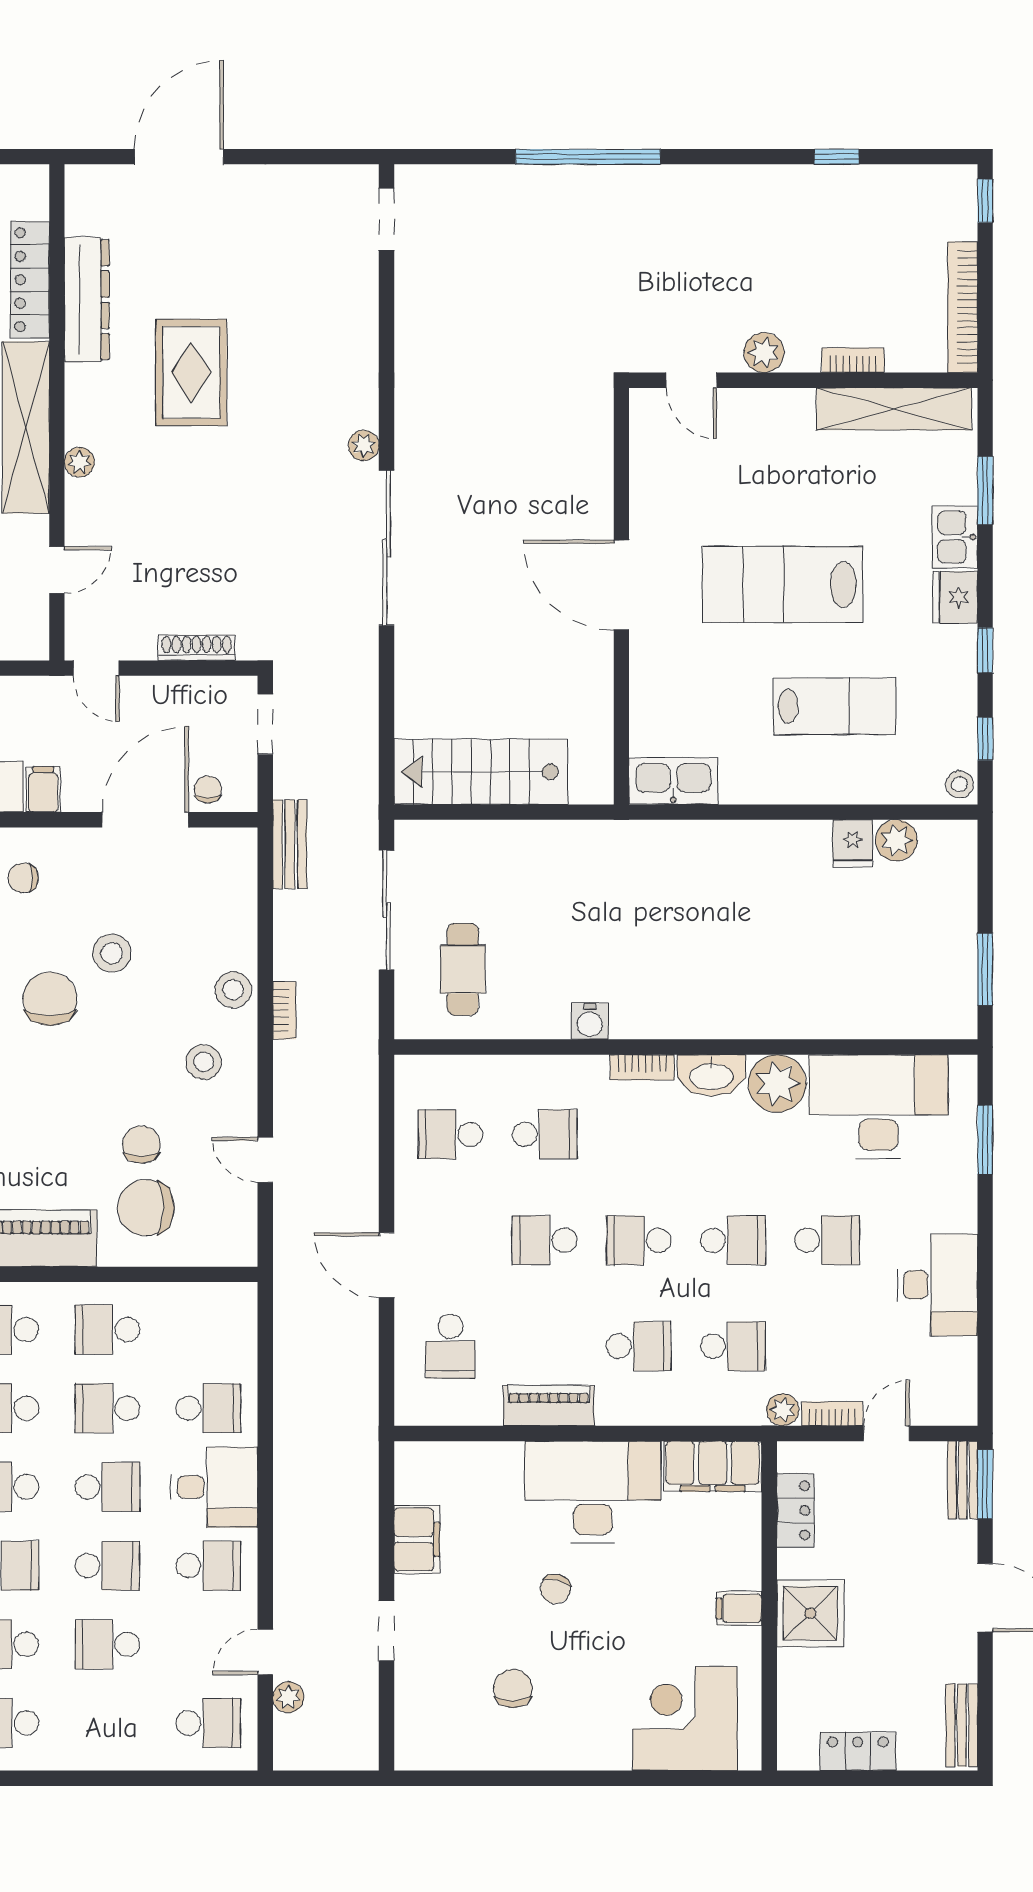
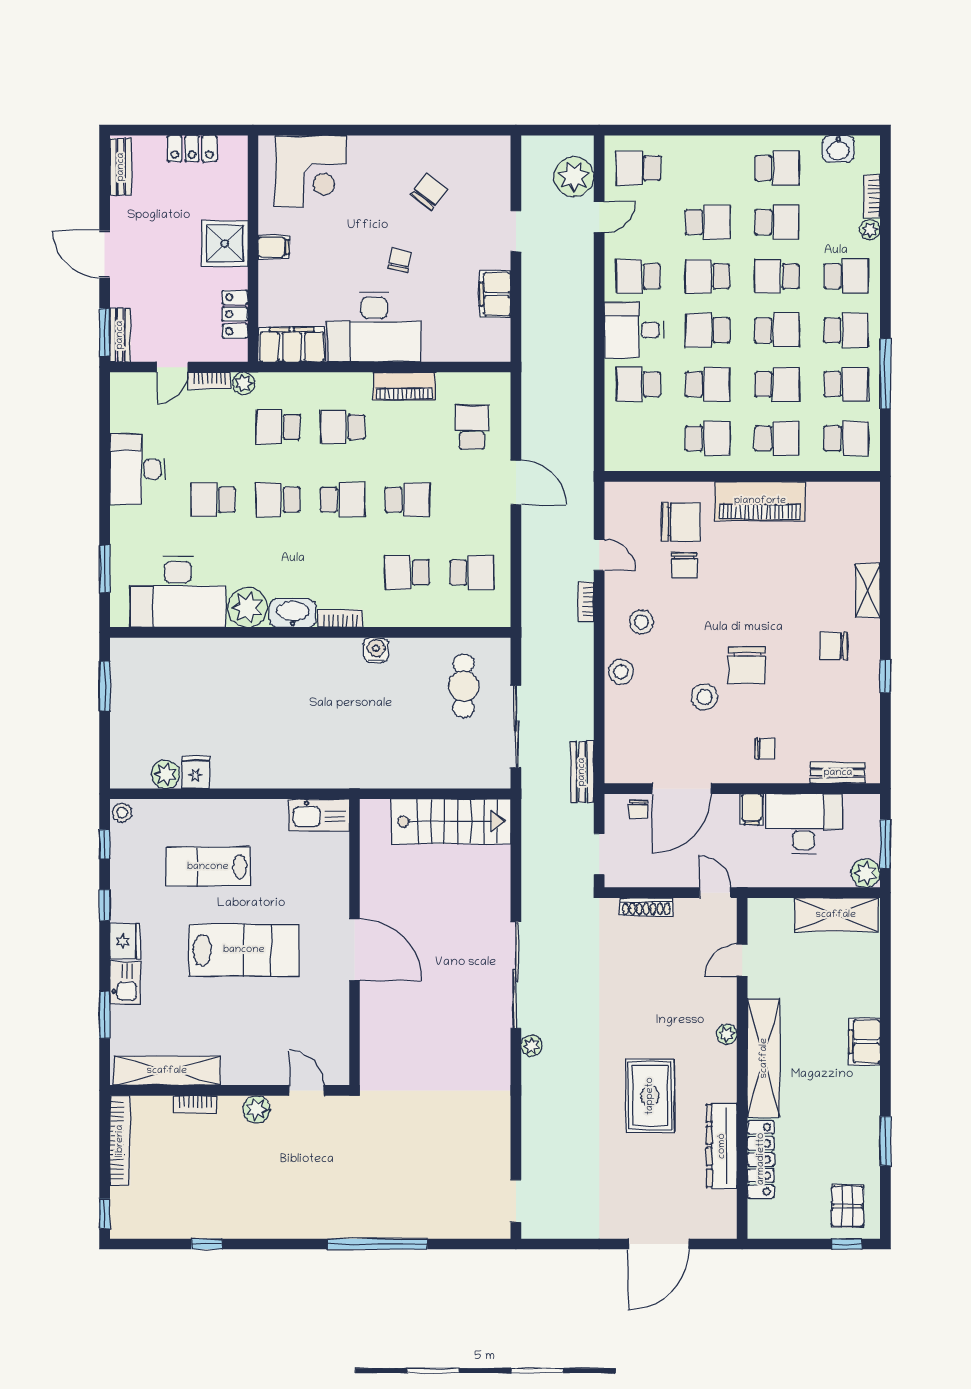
bookcase: (284, 1010) -> (586, 602), moved
chair: (513, 1689) -> (429, 192), turned -142
plant: (288, 1697) -> (574, 177), width x1.88, depth x1.88

